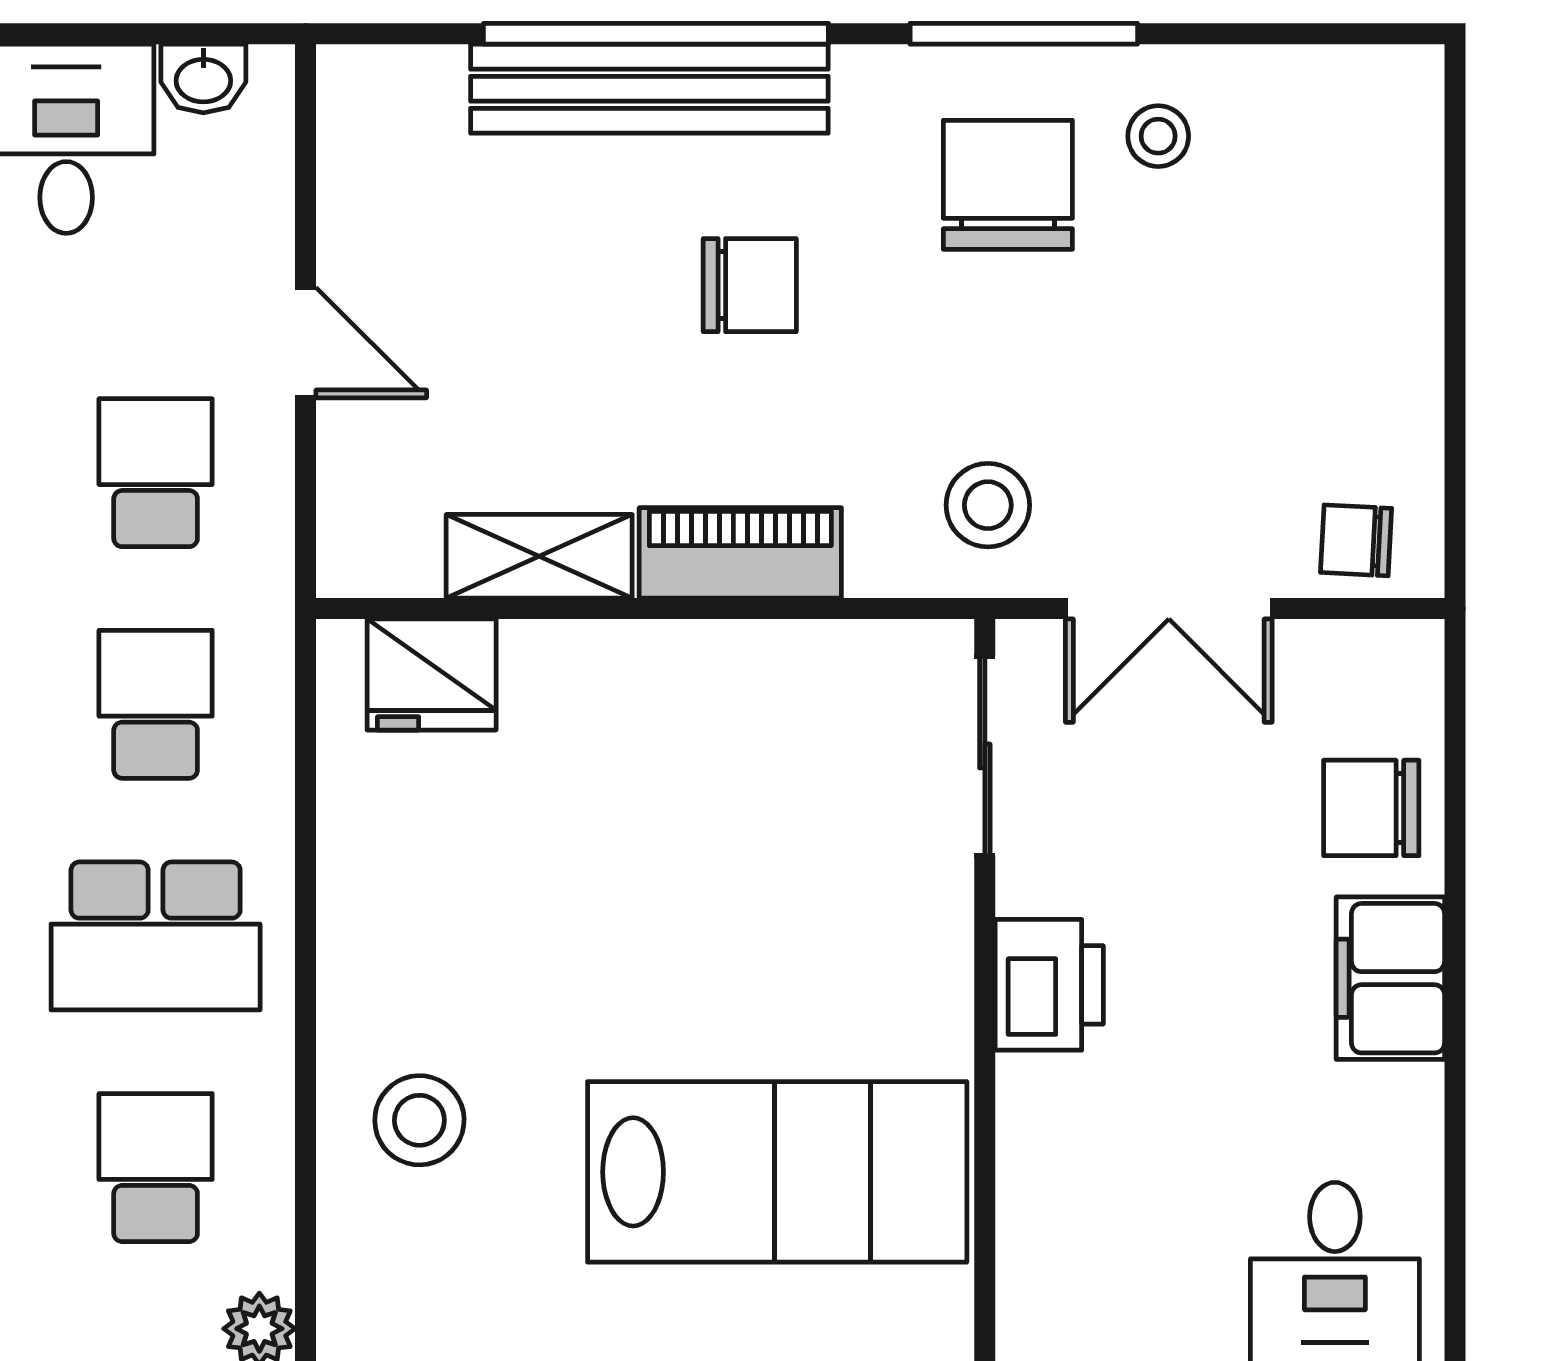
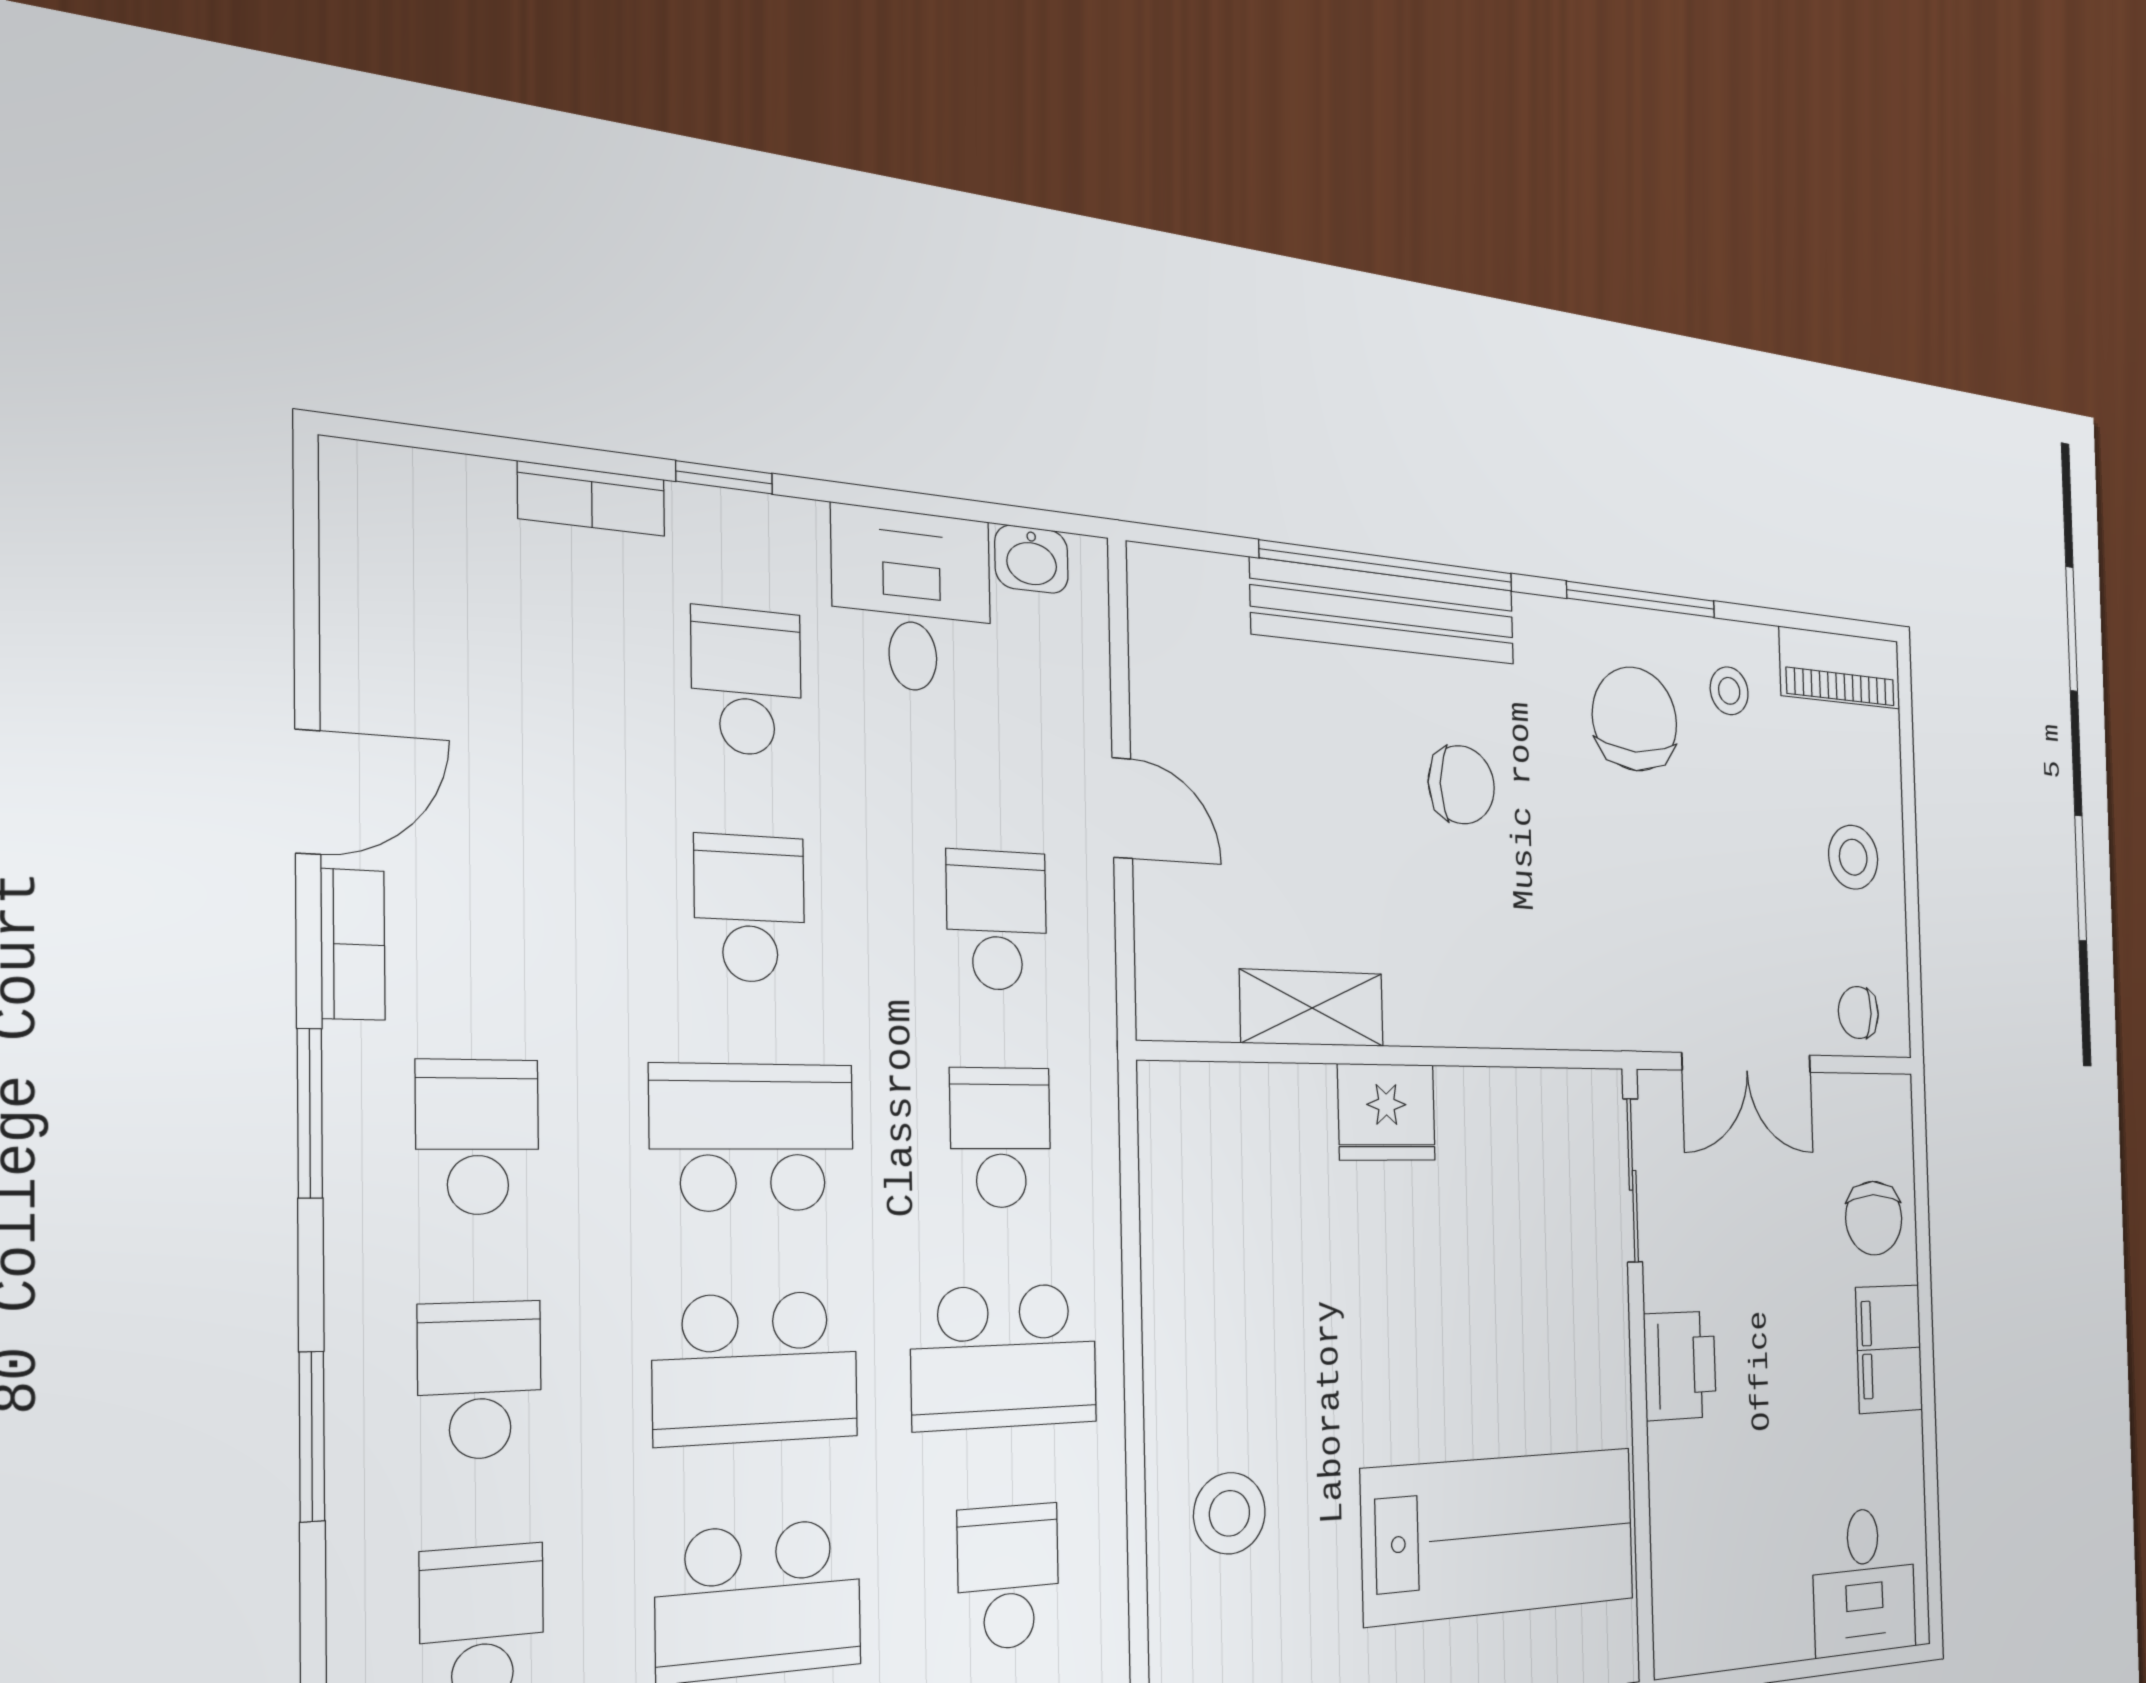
stool: (988, 505) -> (1853, 857), moved
piano: (740, 553) -> (1840, 668), moved, turned 180
fridge: (432, 675) -> (1387, 1112), moved
chair: (1371, 808) -> (1874, 1218), turned -90

